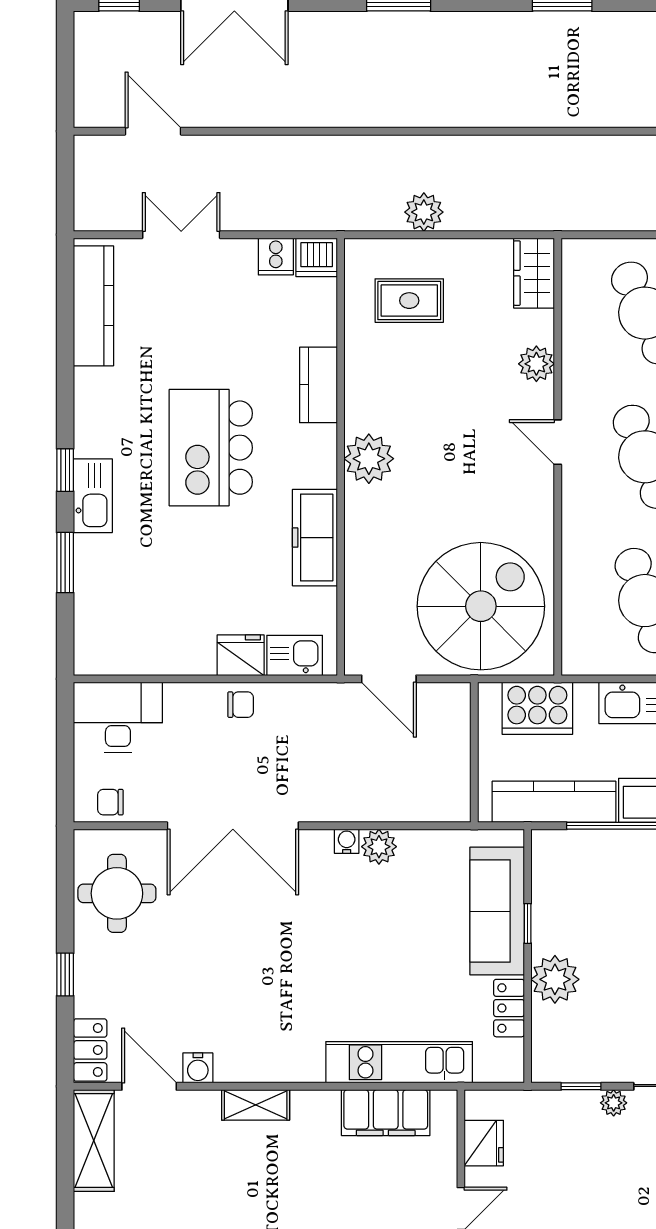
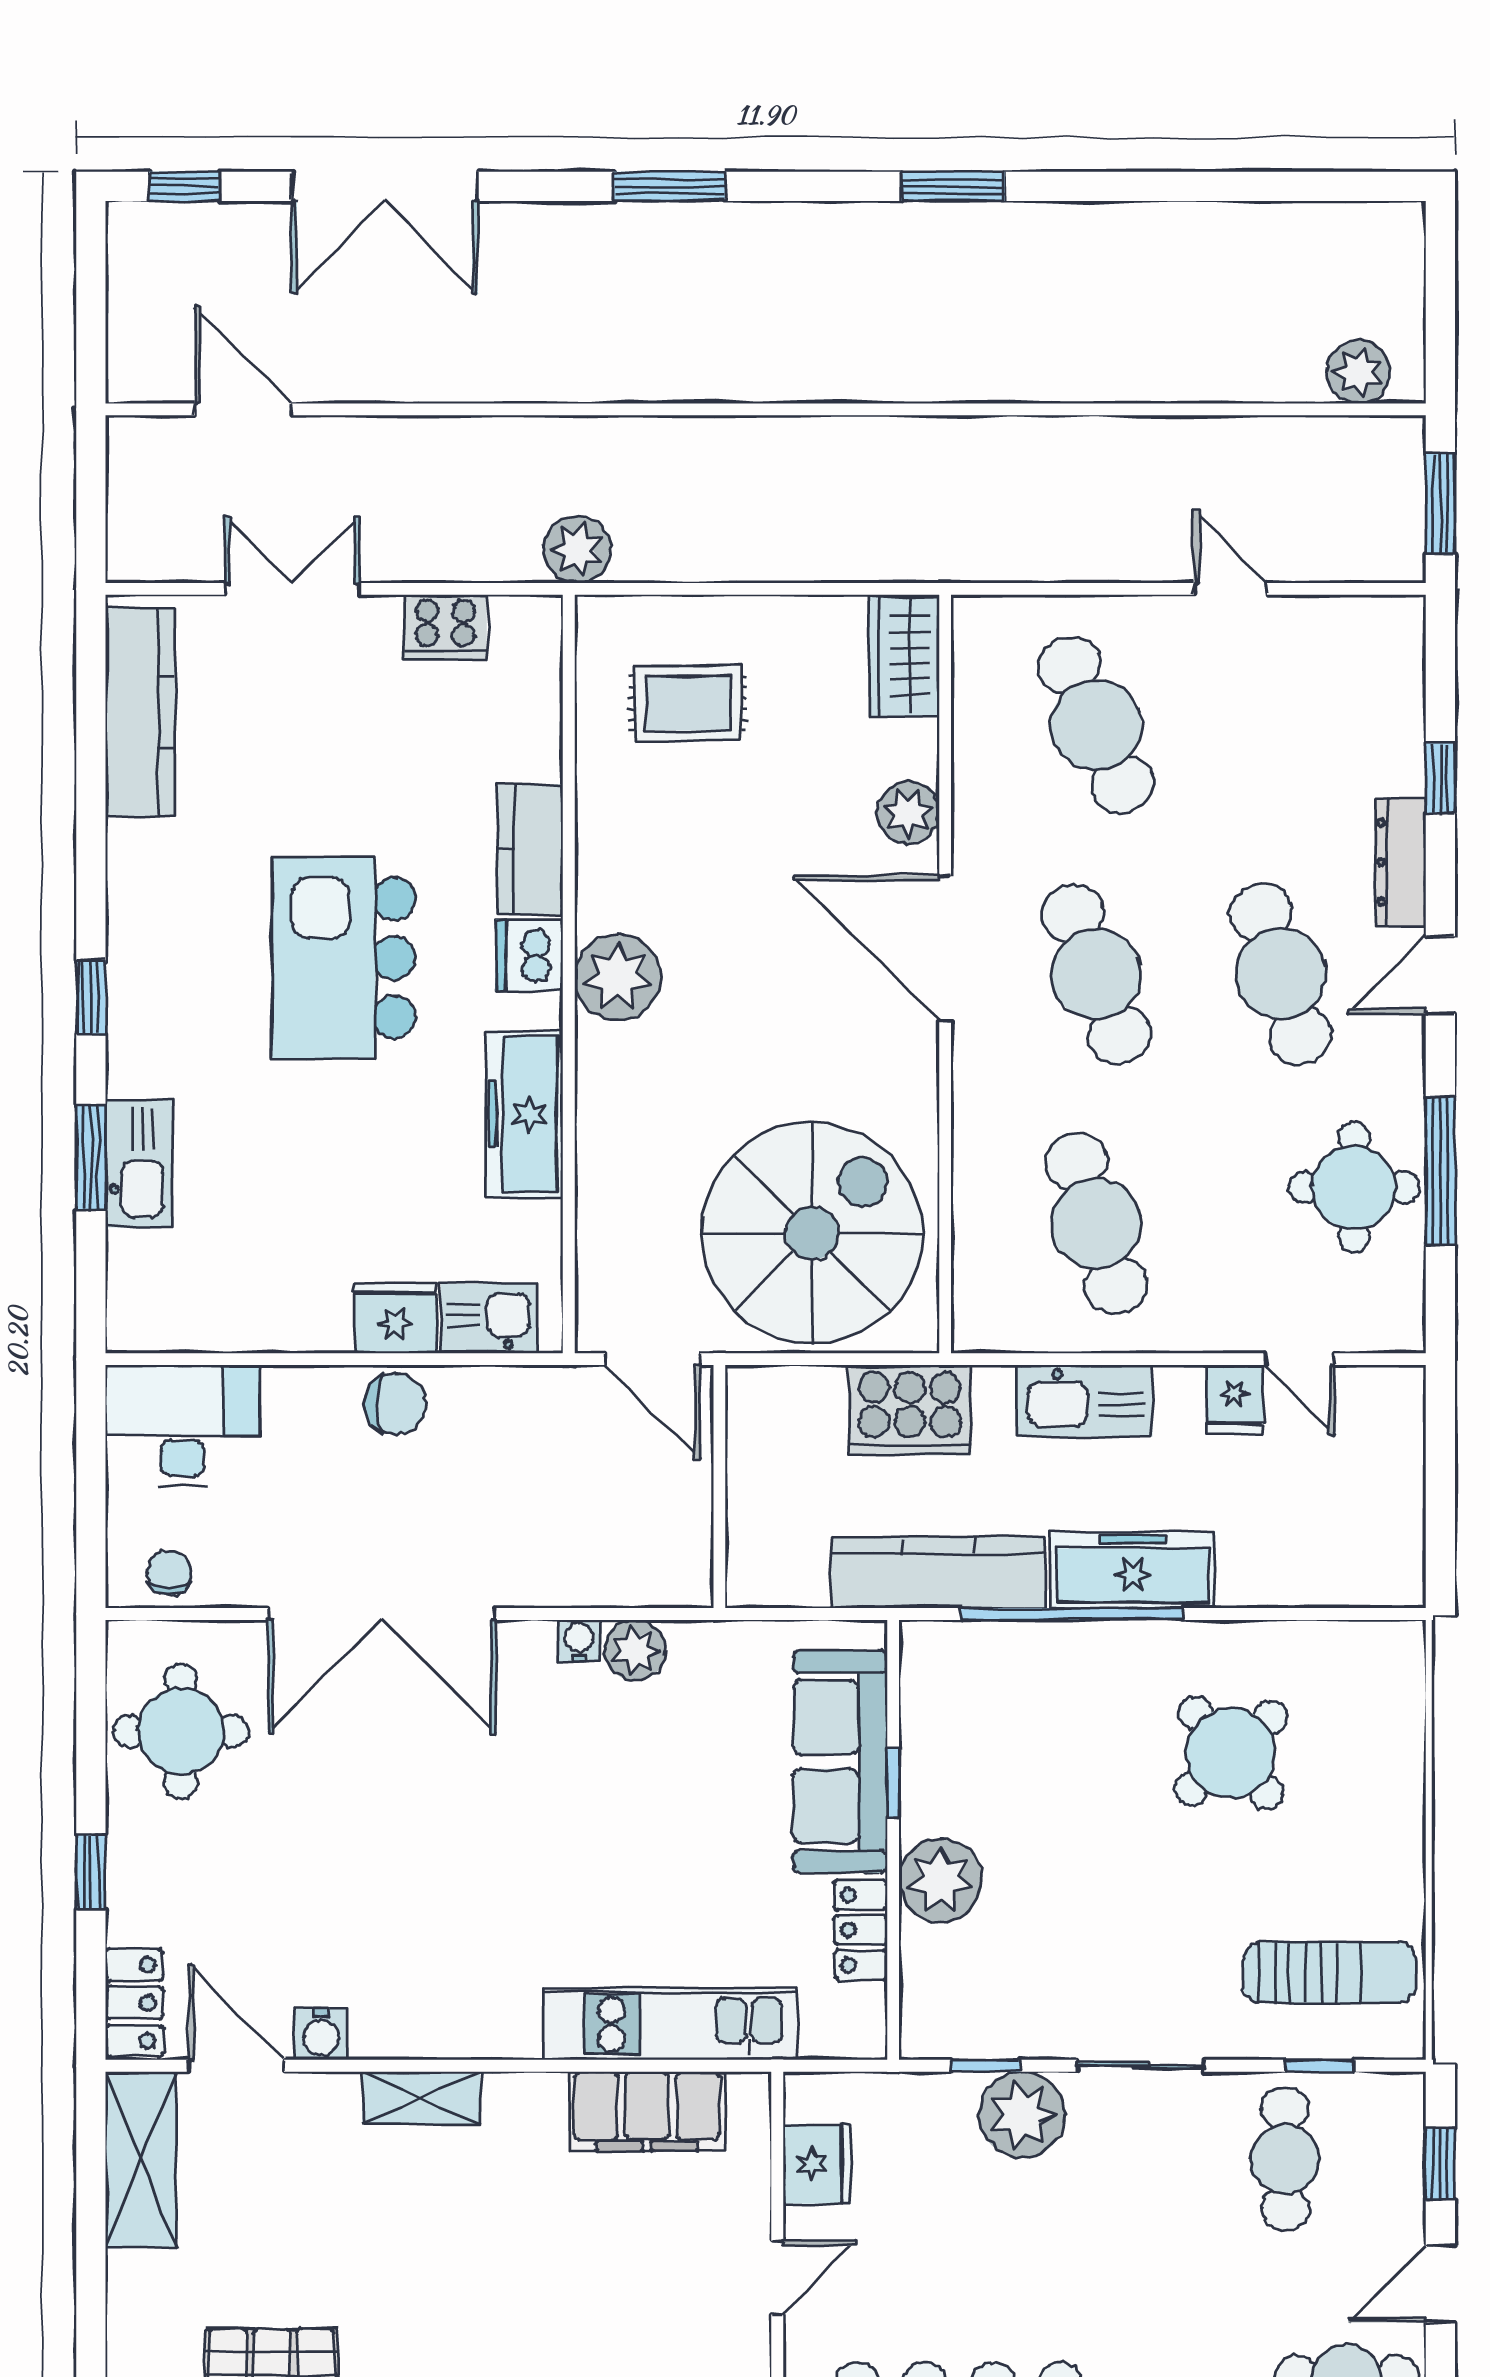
plant: (424, 212) -> (577, 550), moved
cooker: (276, 257) -> (445, 627), width x1.36
dishwasher: (317, 257) -> (529, 955), moved, turned 90
door: (558, 442) -> (945, 949), width x1.88
kitchen sink: (93, 496) -> (139, 1164), moved
chair: (241, 705) -> (395, 1404), width x1.37, depth x1.37
wall: (474, 752) -> (719, 1487), moved
chair: (110, 802) -> (169, 1573), turned 90
plant: (614, 1103) -> (1022, 2115), width x1.87, depth x1.87

